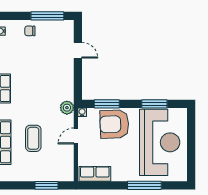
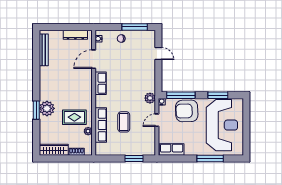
window: (107, 104) -> (181, 95), width x1.44

